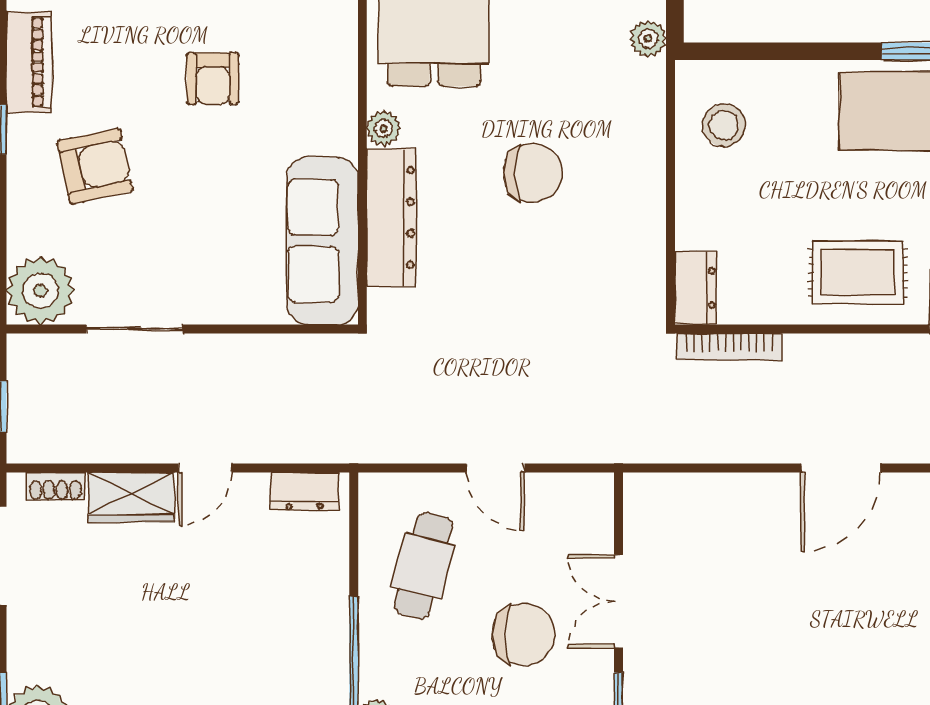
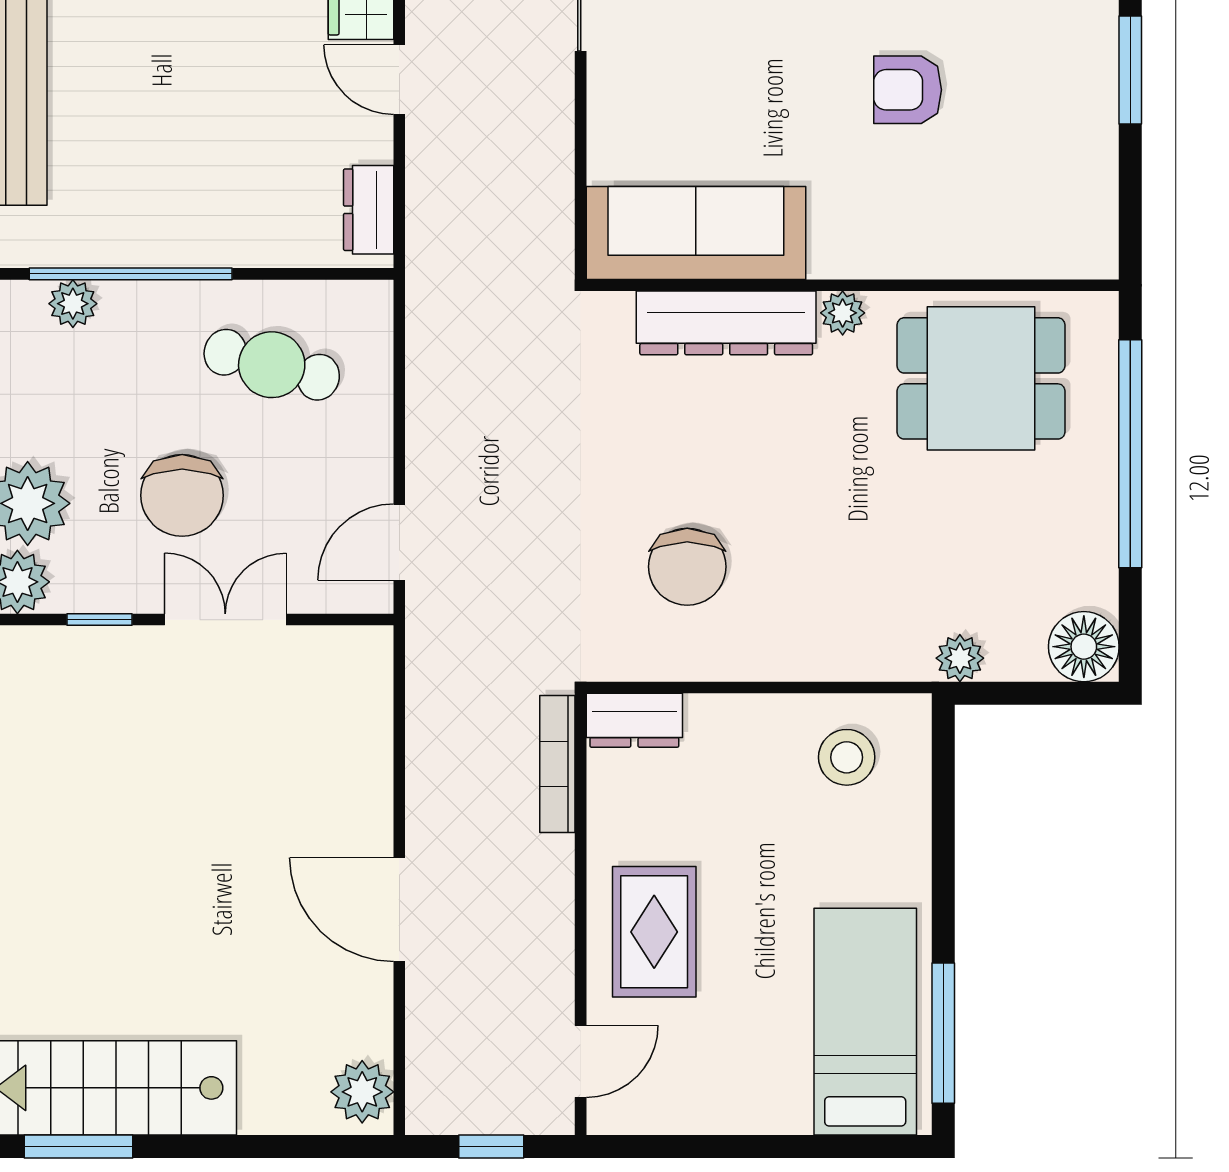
chair: (533, 173) -> (687, 567), moved
door: (496, 468) -> (399, 542), moved

